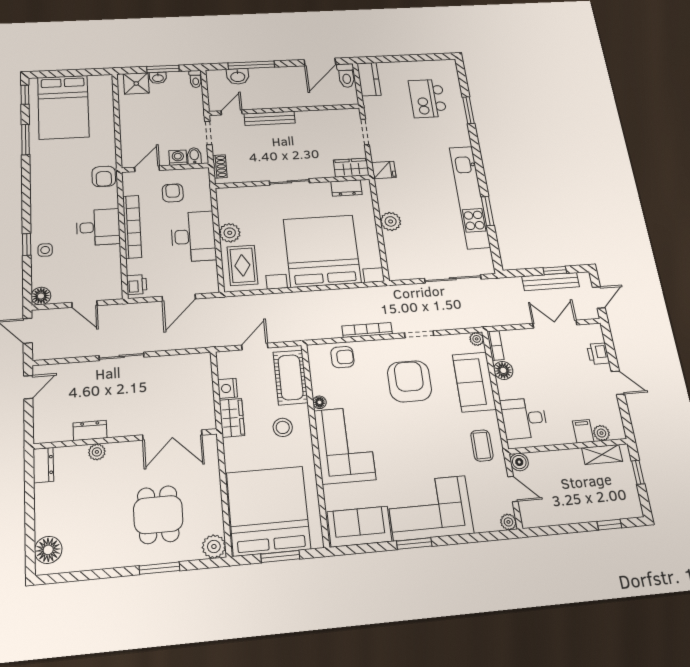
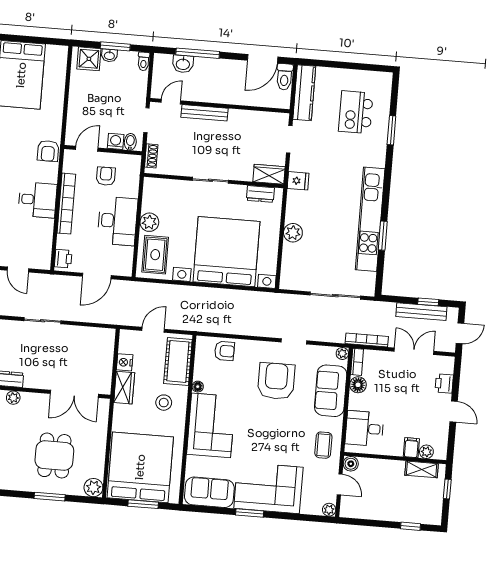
kitchen counter: (369, 79) -> (304, 93), width x1.50
bookcase: (367, 330) -> (367, 340), moved

